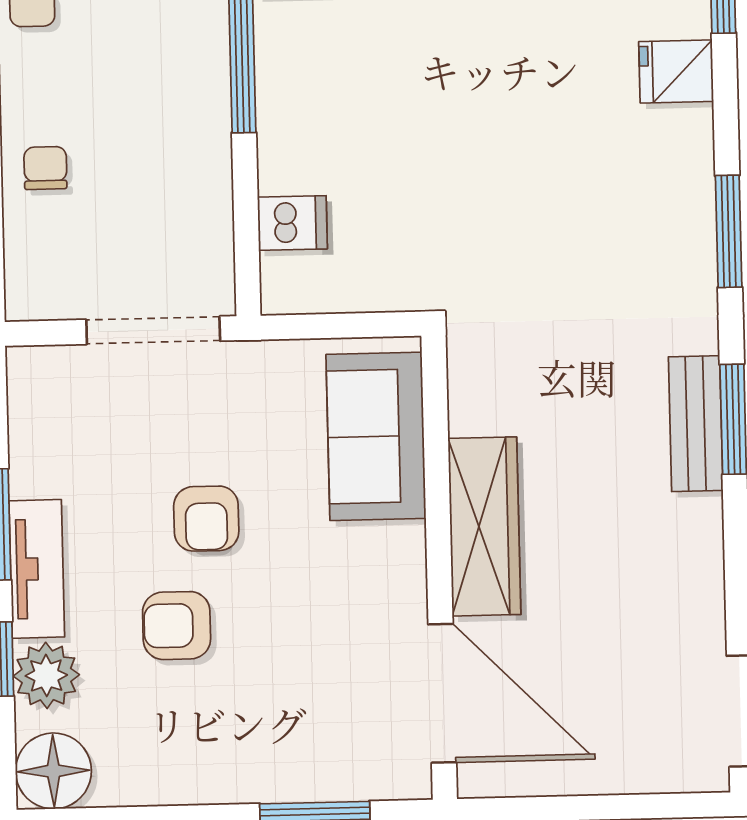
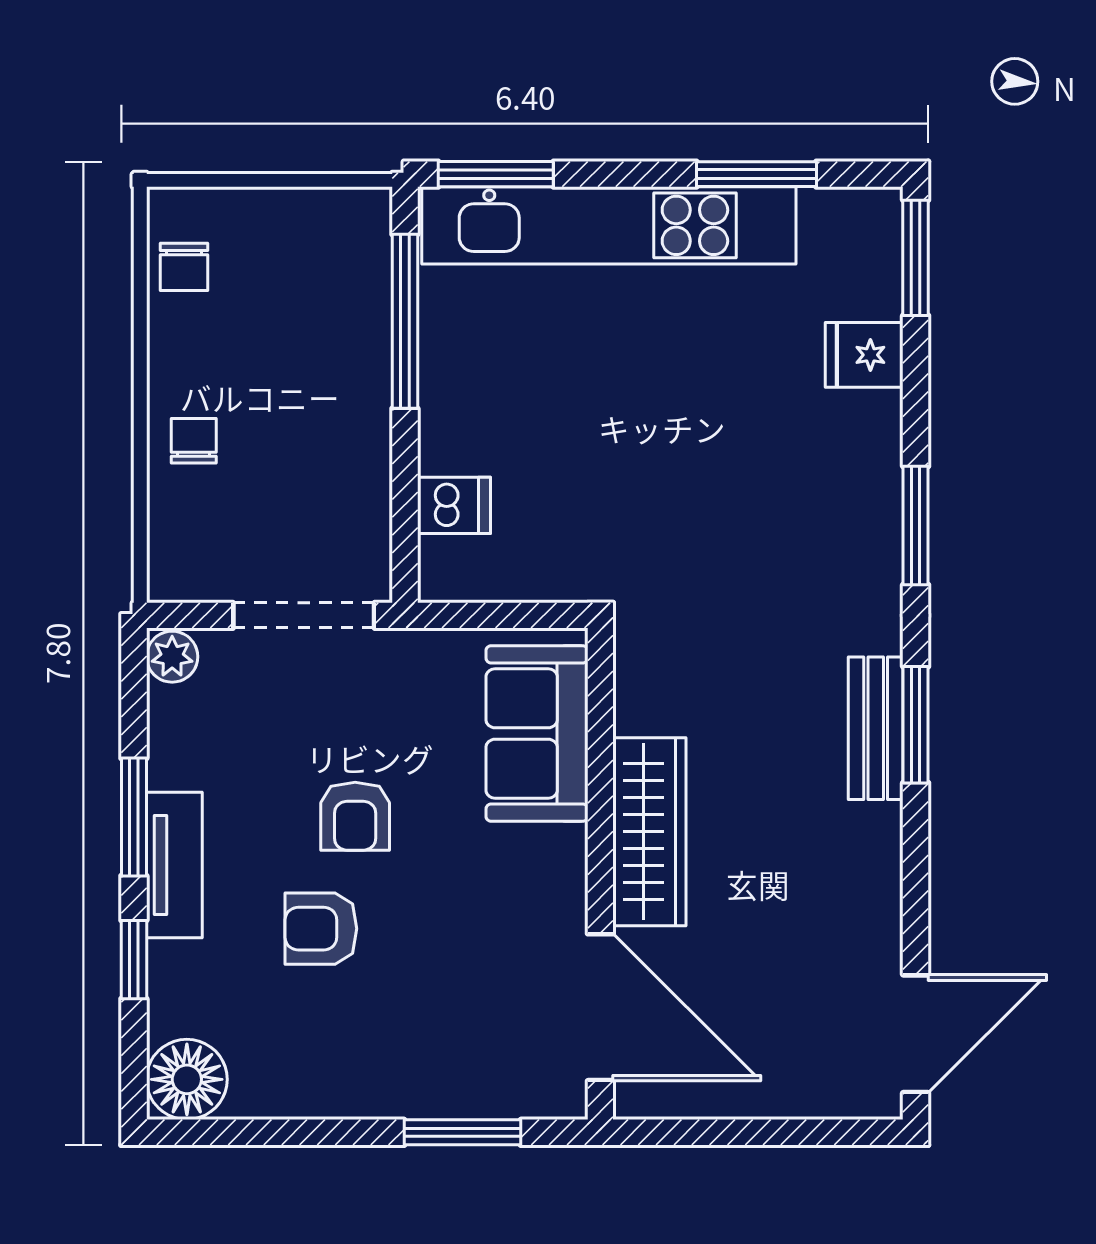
plant: (46, 675) -> (172, 657), moved, width x0.73, depth x0.73

